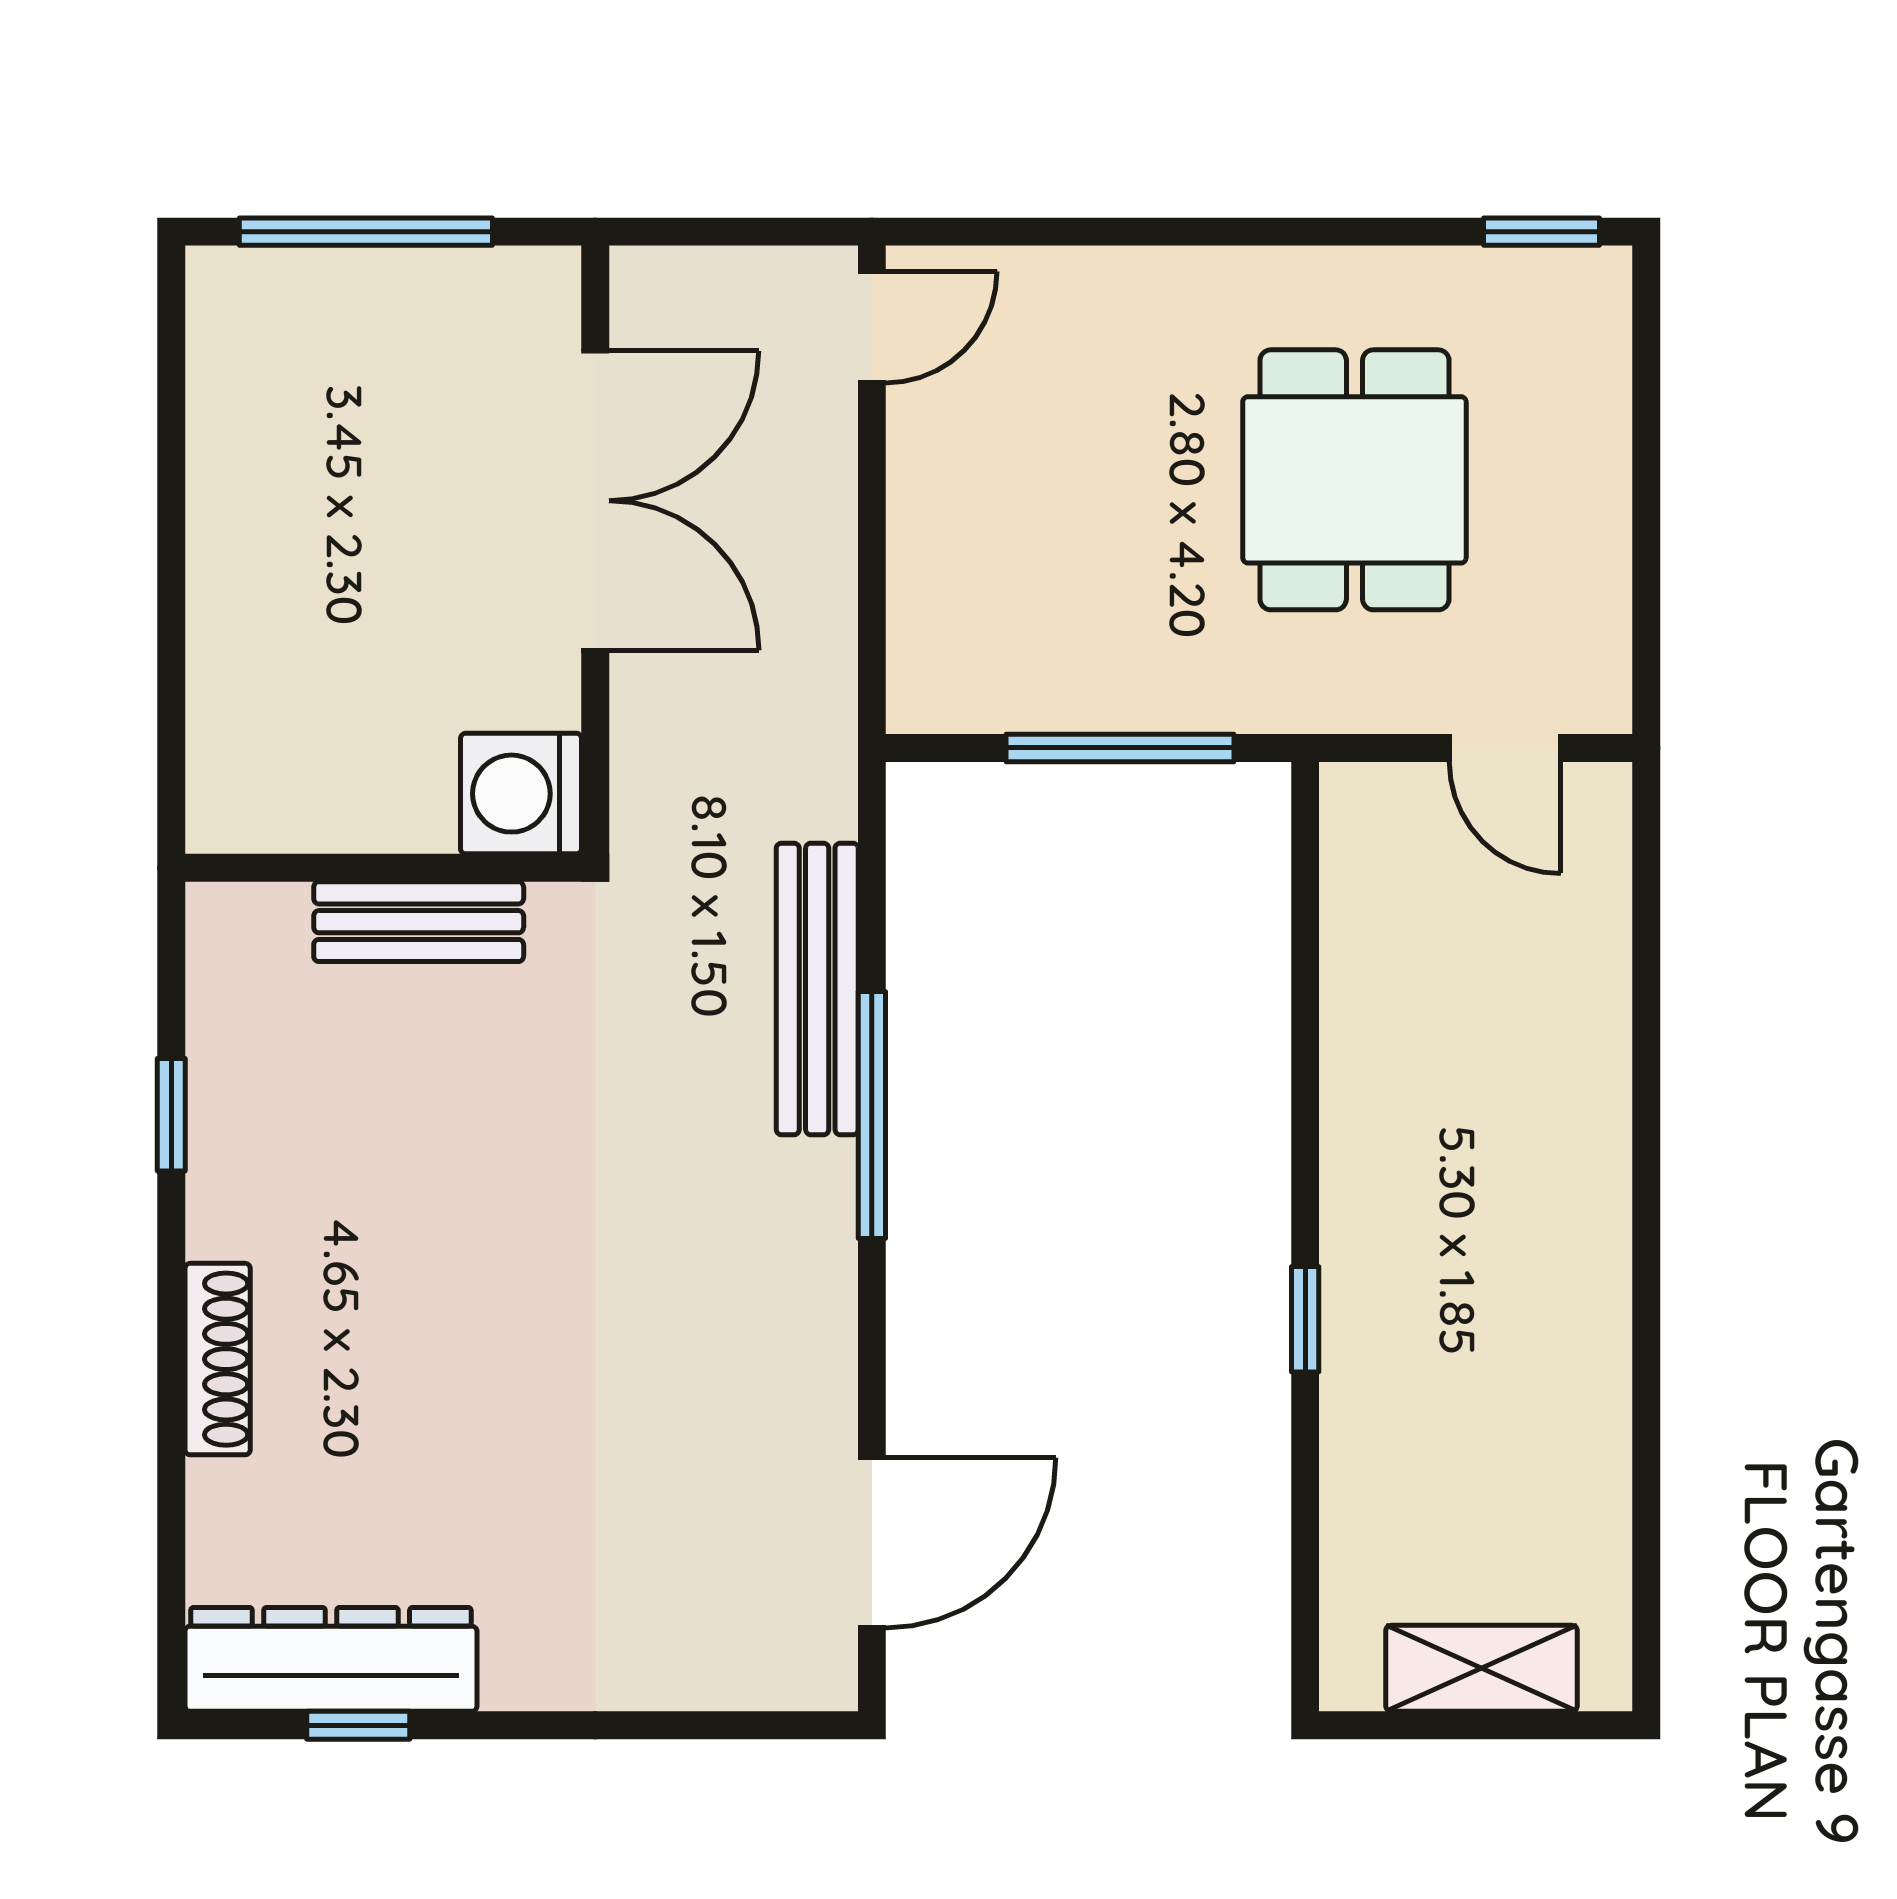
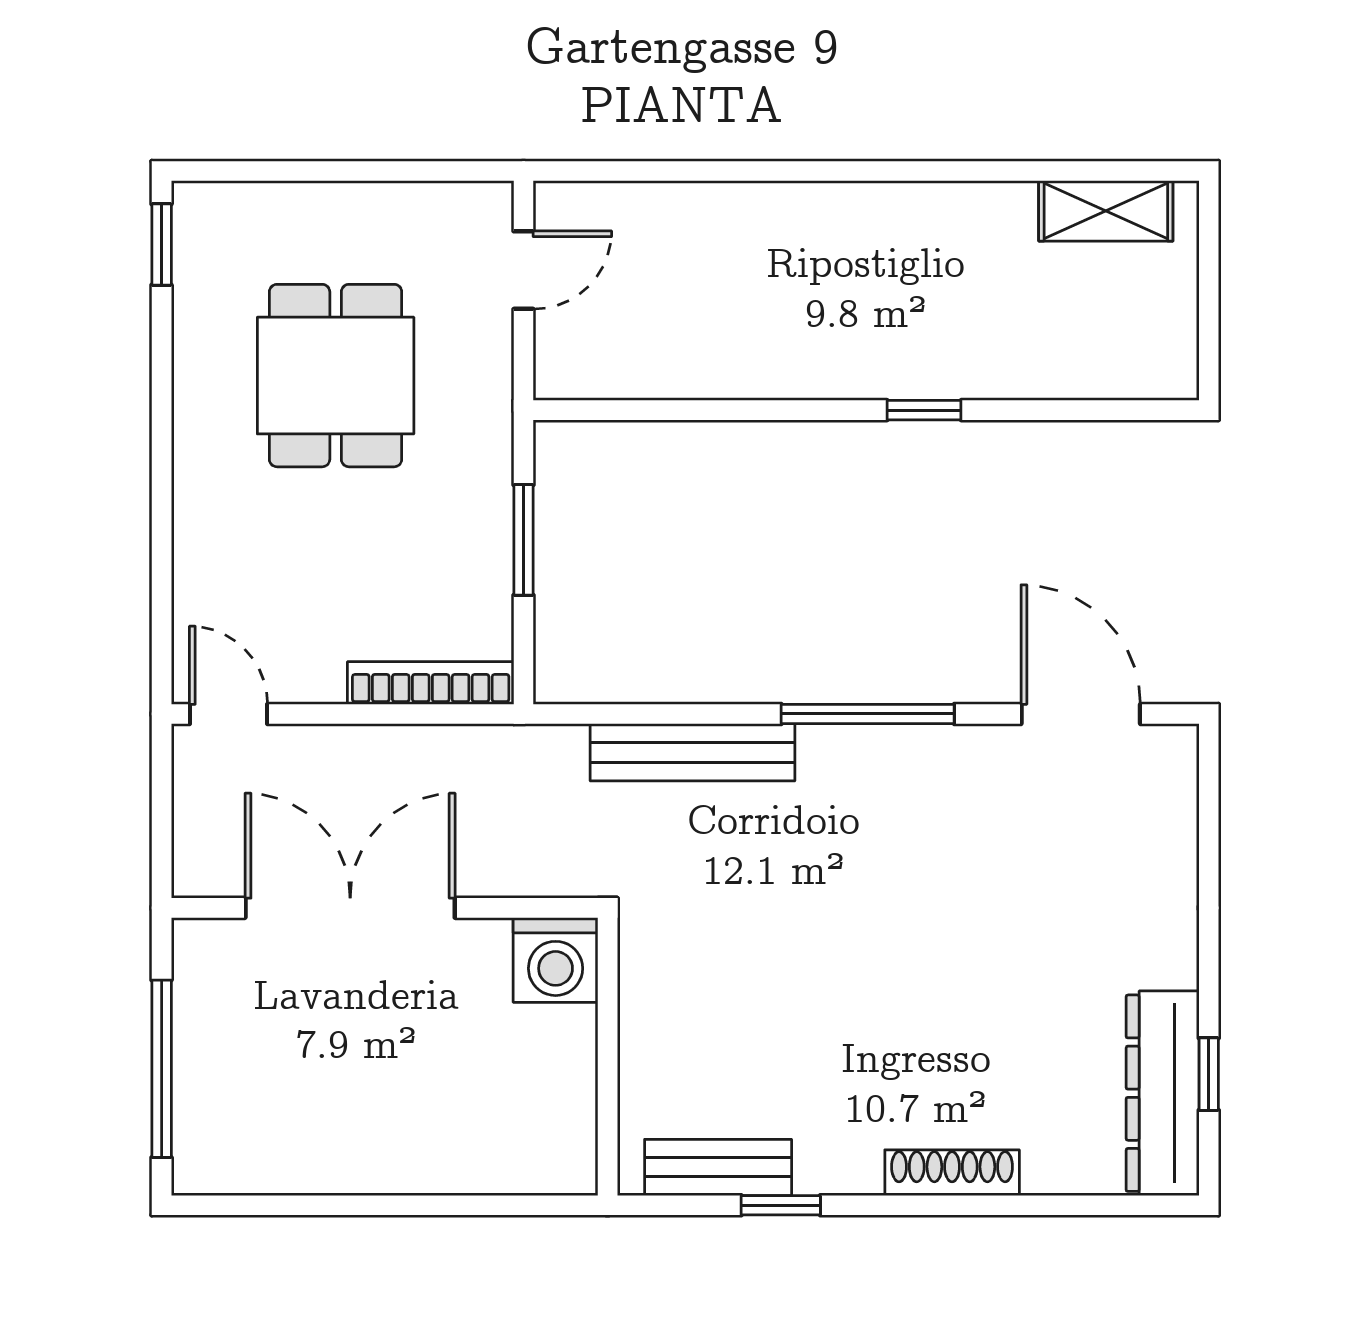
dining table: (1354, 480) -> (336, 376), turned 90
bookcase: (916, 615) -> (431, 683), added
window: (1120, 748) -> (524, 540), width x0.69
bench: (419, 922) -> (718, 1167), moved, turned 90
window: (872, 1115) -> (868, 714), moved
shelving: (1481, 1668) -> (1106, 211), moved, turned 90

